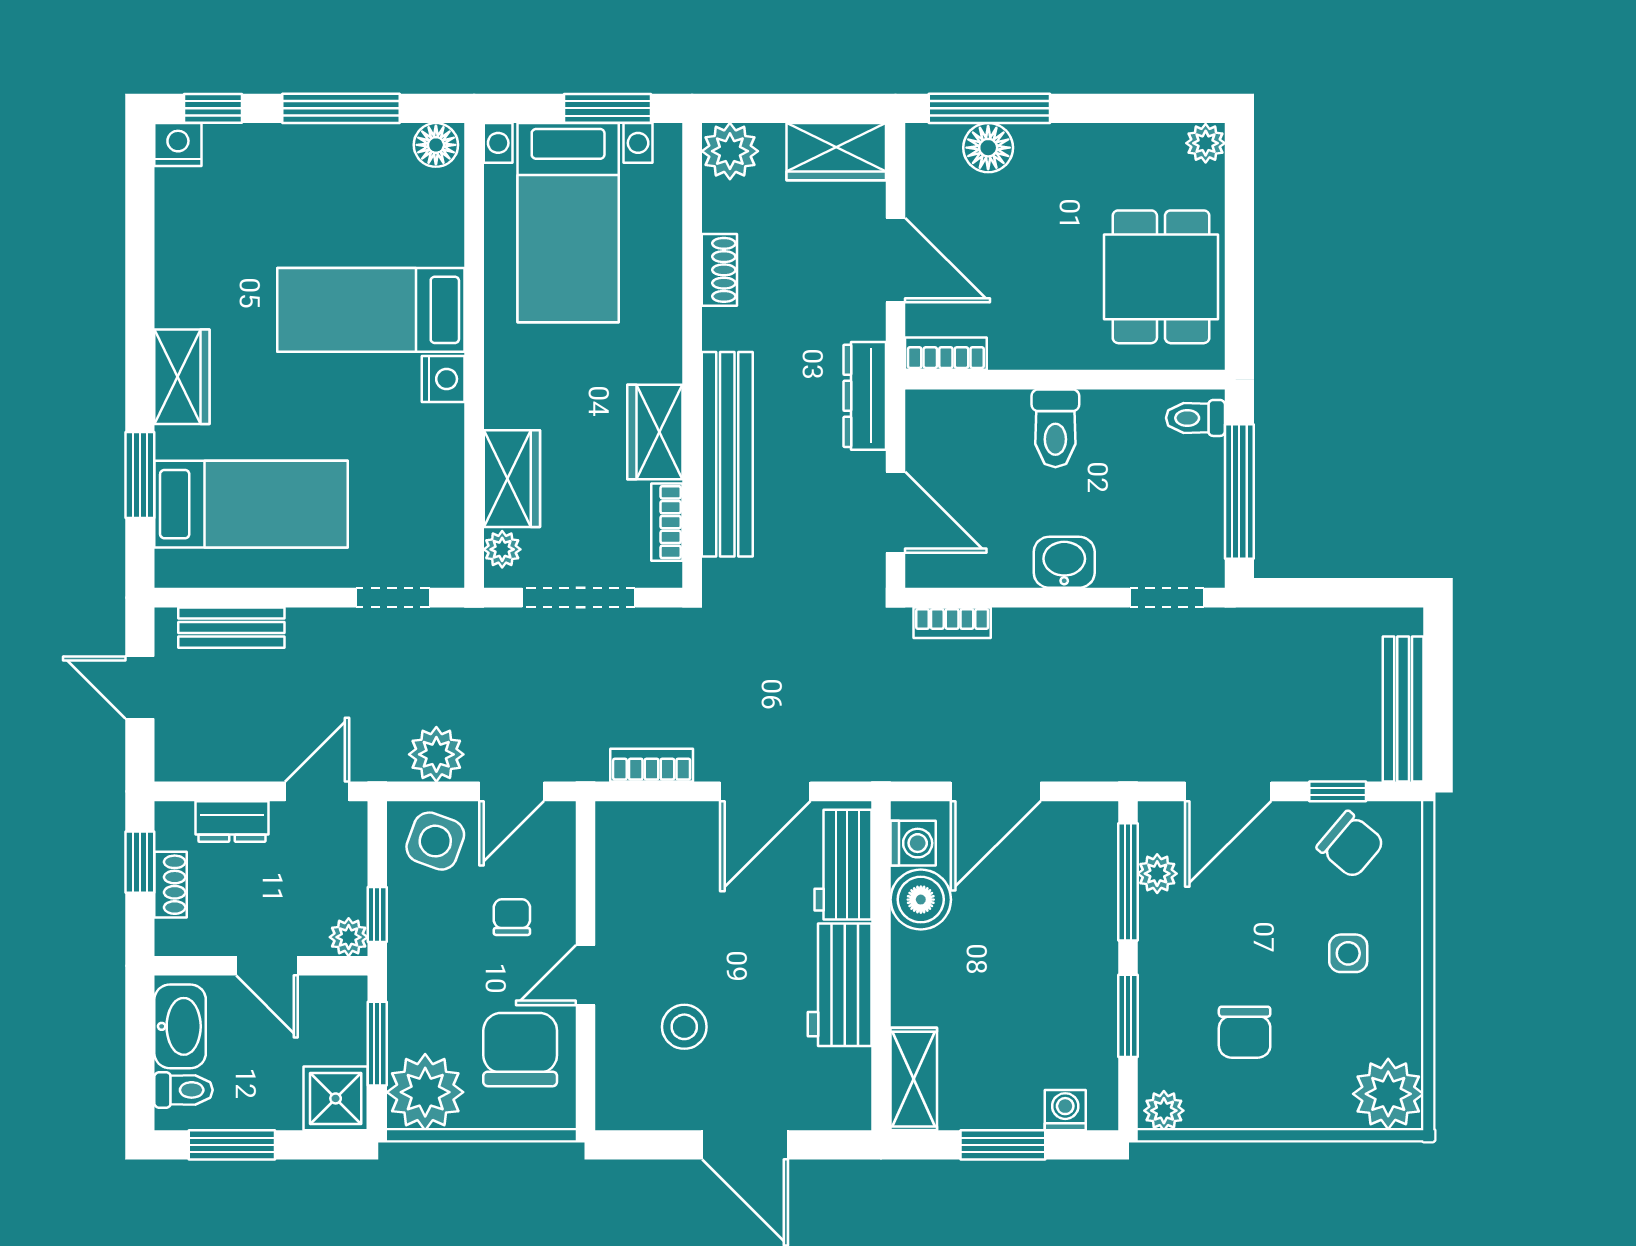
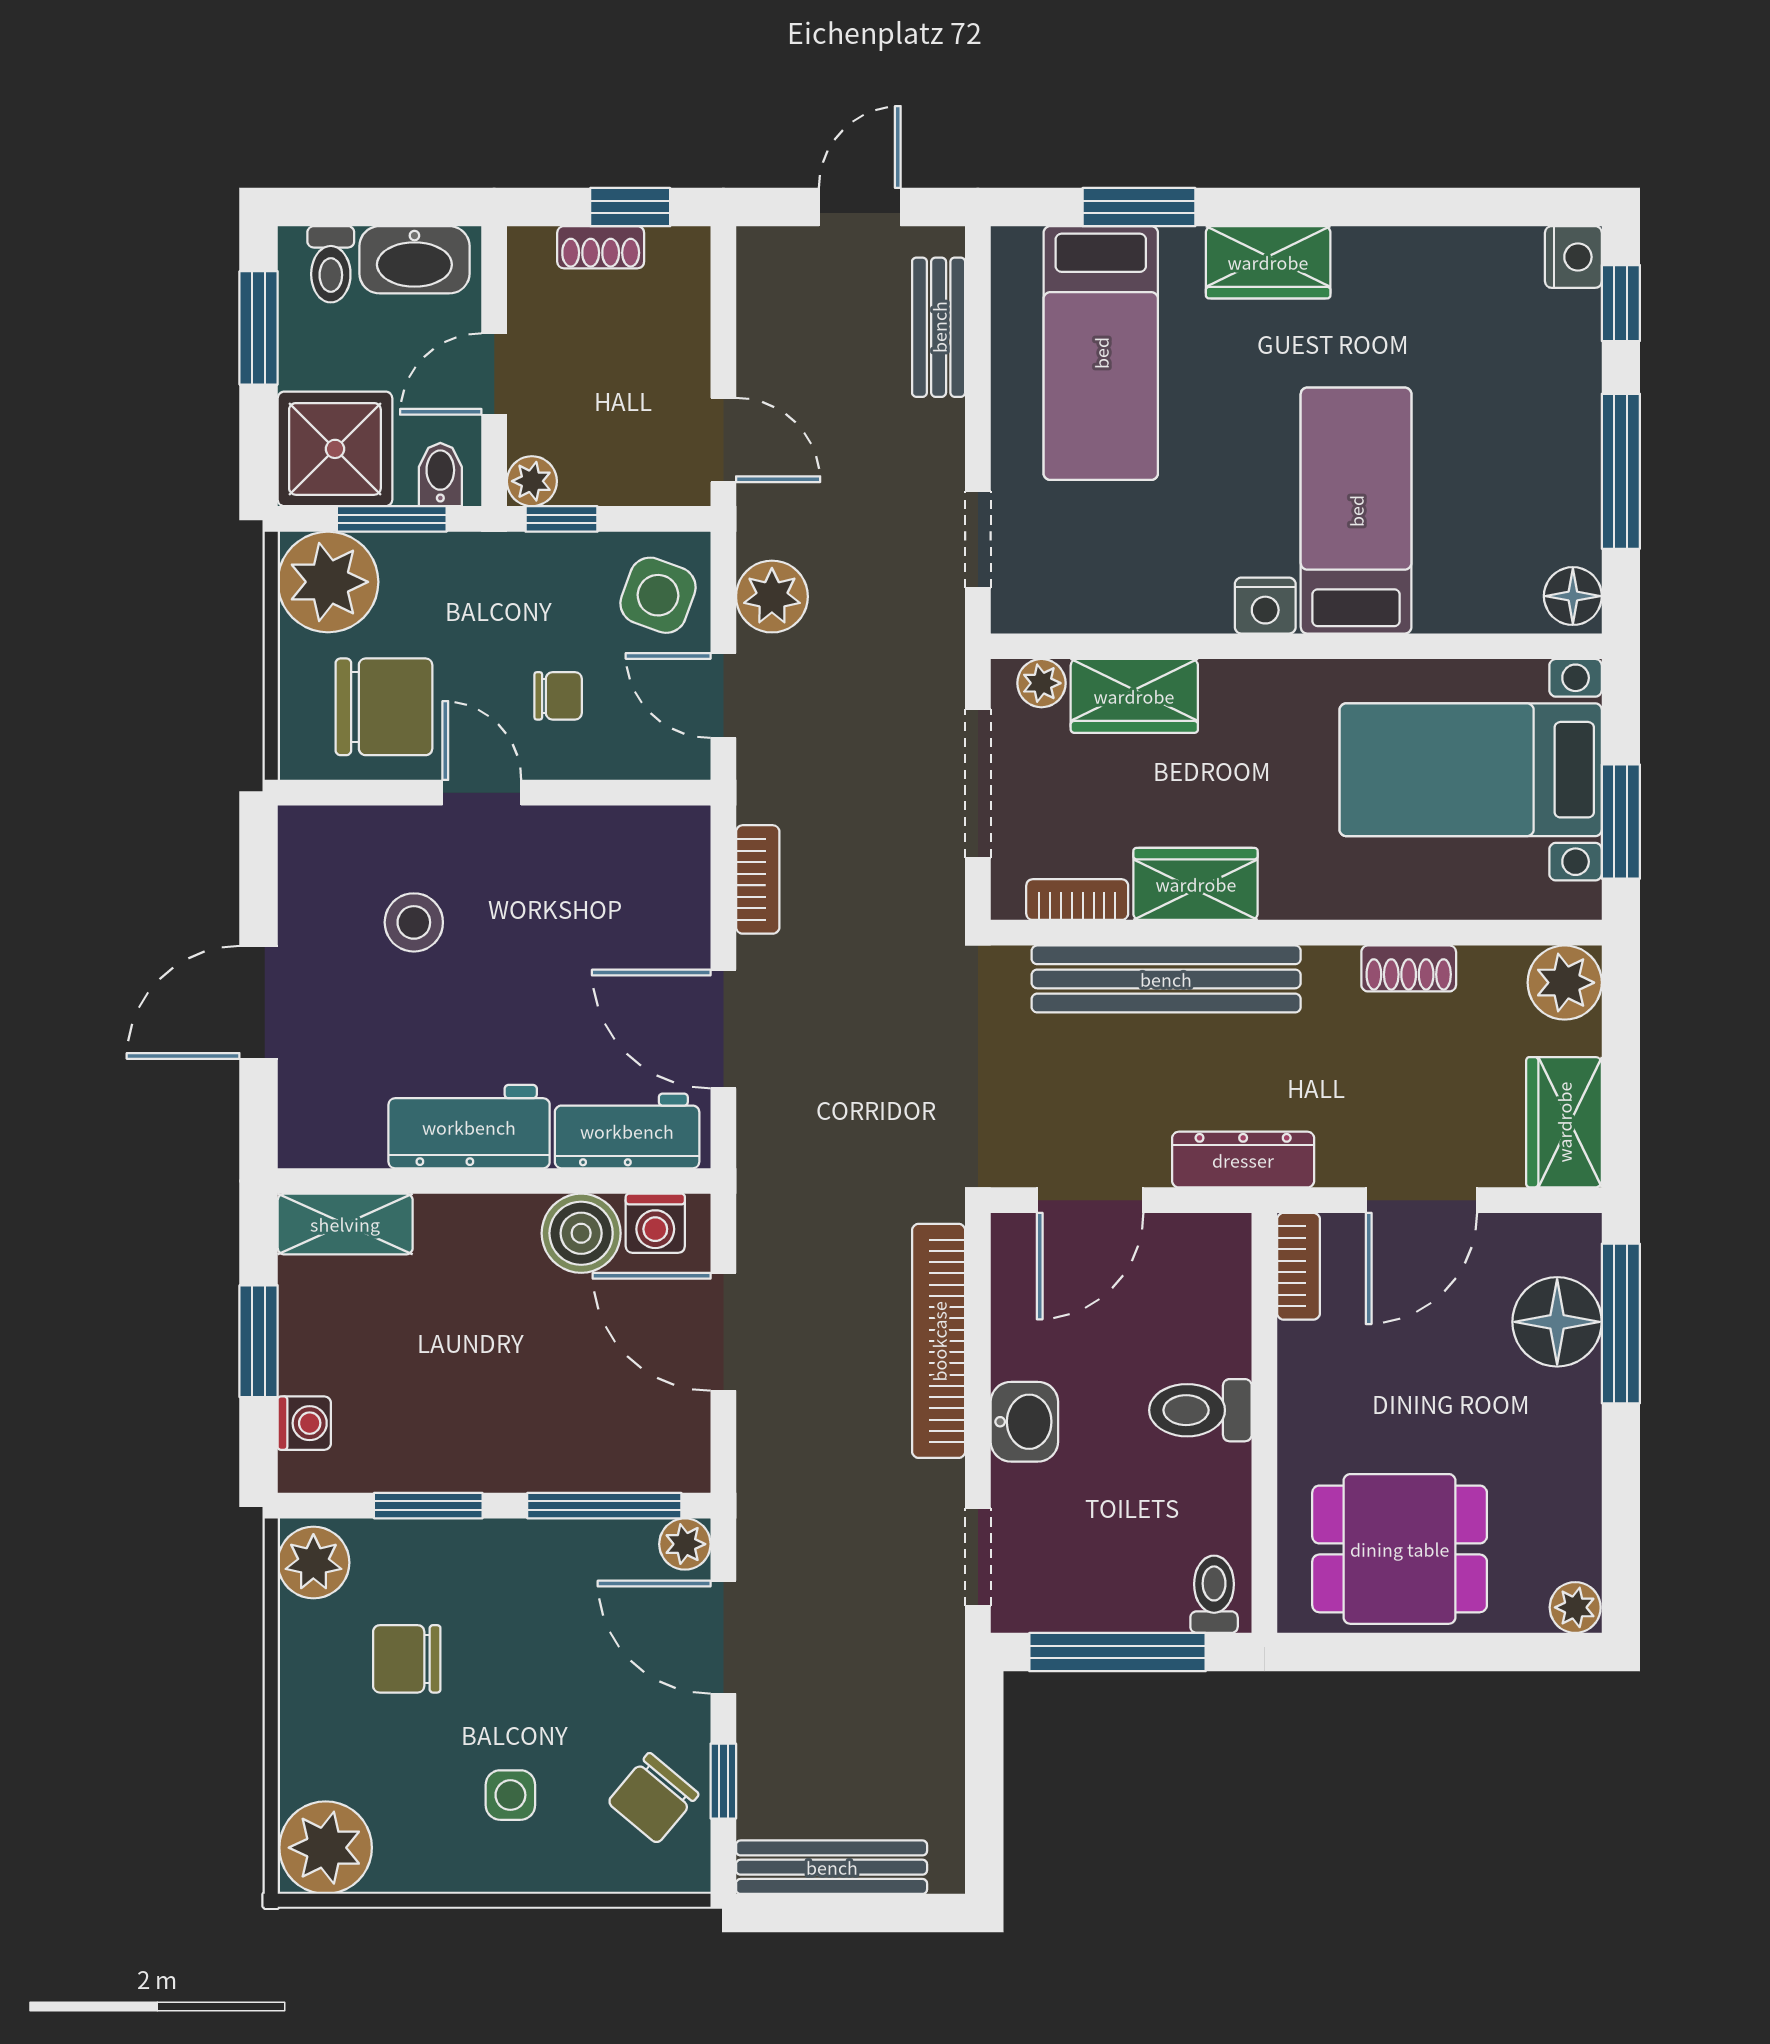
floor lamp: (988, 148) -> (1557, 1322), width x1.38, depth x1.38
bookcase: (952, 623) -> (939, 1341), width x2.31, depth x1.31
dresser: (232, 821) -> (684, 328), removed
plant: (1157, 874) -> (685, 1544), moved
bidet: (343, 1007) -> (440, 475), added
shower: (336, 1098) -> (335, 449), width x1.36, depth x1.36
plant: (1164, 1111) -> (313, 1563), width x1.38, depth x1.38

